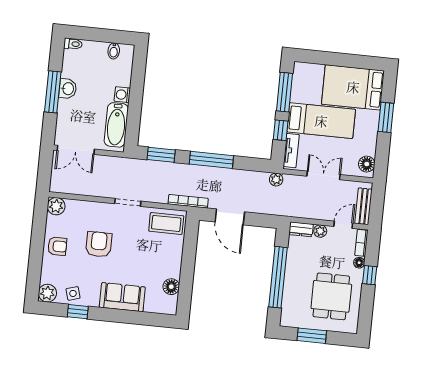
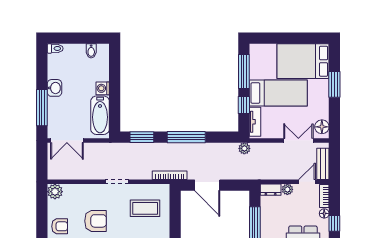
window: (53, 92) -> (42, 108), moved
double door: (324, 175) -> (298, 141), moved
coffee table: (166, 223) -> (145, 208), moved
armchair: (99, 244) -> (96, 221), turned 90

